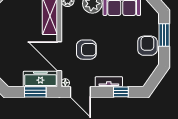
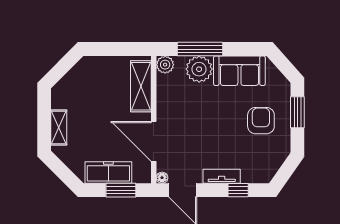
armchair: (147, 46) -> (261, 121), moved
armchair: (86, 50) -> (191, 132), removed
freezer: (40, 79) -> (108, 173), moved

